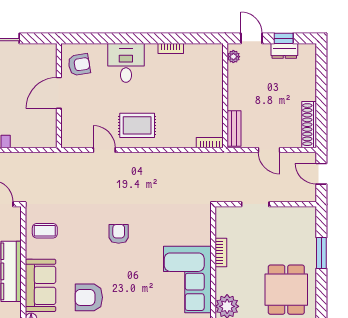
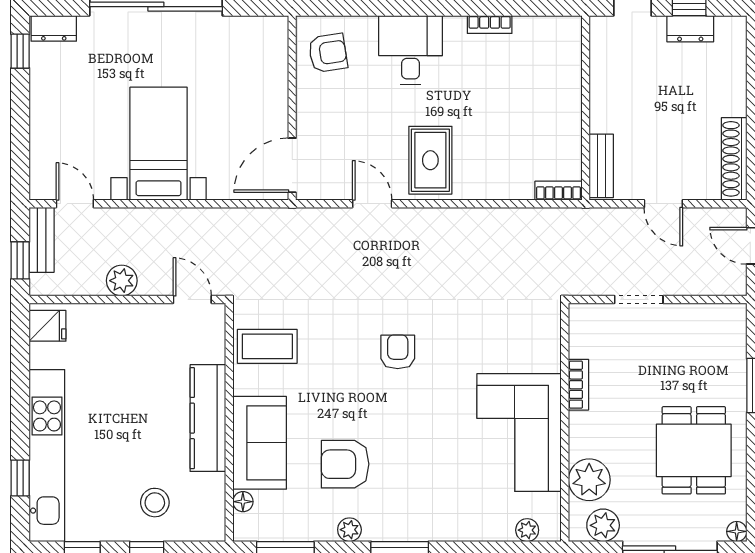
plant: (233, 57) -> (600, 39), removed
door: (59, 93) -> (292, 165), moved
rug: (137, 125) -> (430, 160), turned 90
coffee table: (45, 231) -> (267, 346), width x1.36, depth x1.30

